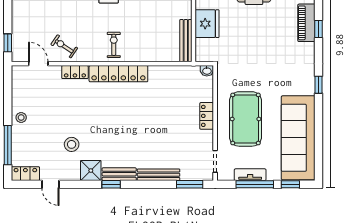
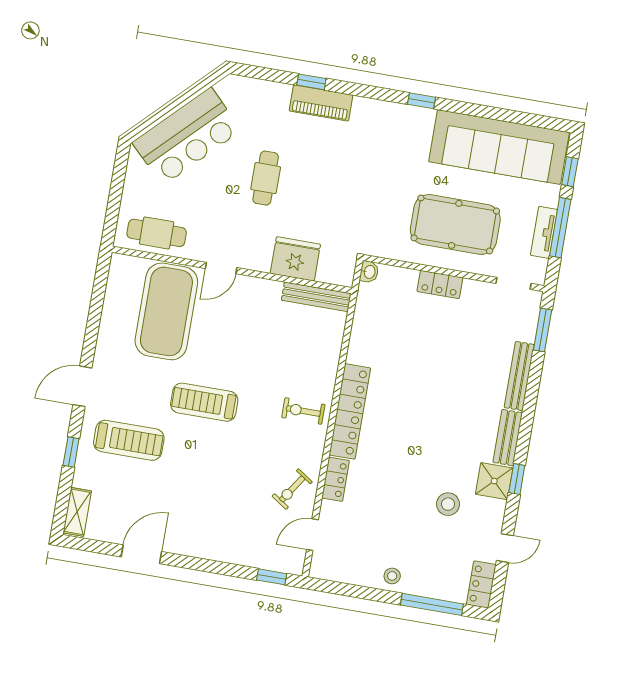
window: (318, 29) -> (311, 82), moved
window: (111, 184) -> (517, 479), moved

